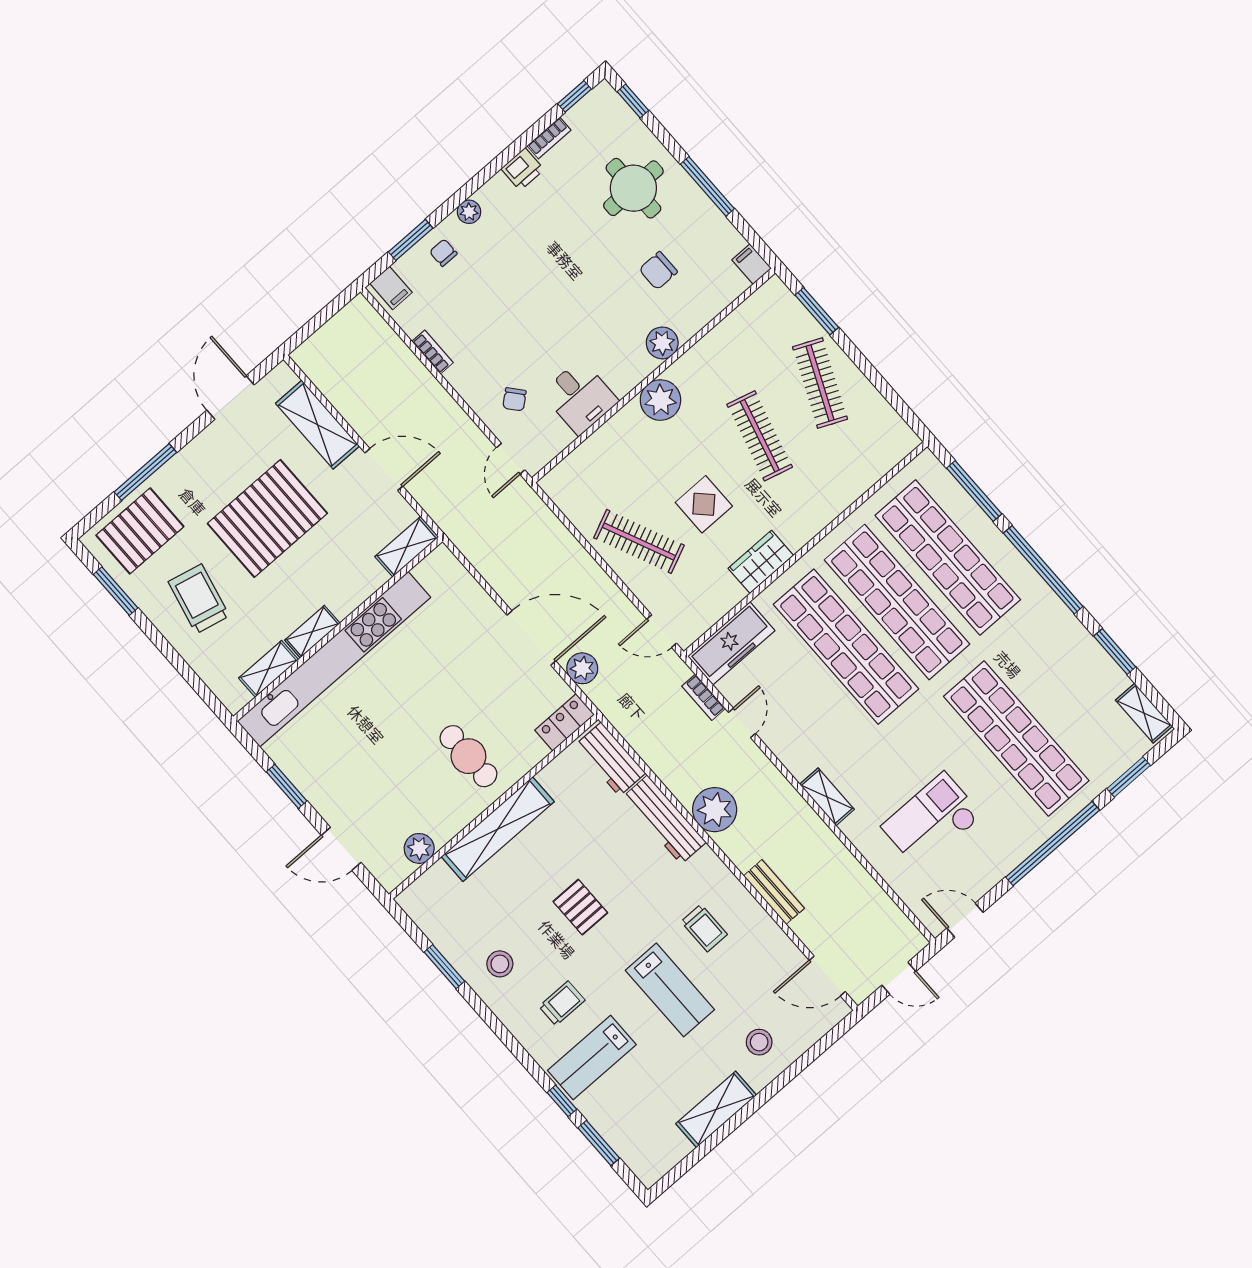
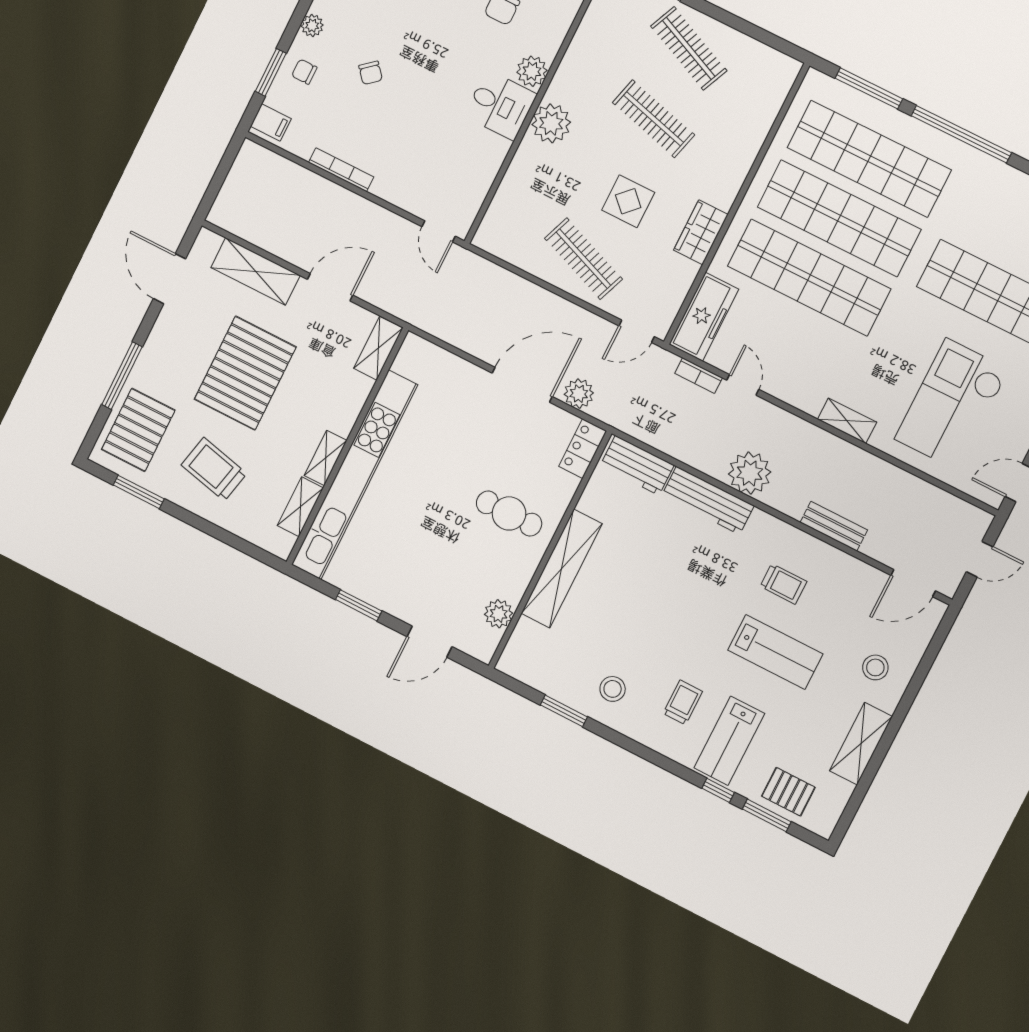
bookcase: (433, 352) -> (341, 170), width x1.56
desk: (580, 397) -> (500, 105), moved
chair: (515, 399) -> (371, 73), moved
clothes rail: (639, 541) -> (583, 259), turned 45
checkout: (932, 821) -> (952, 404), width x1.36, depth x1.21
pallet: (580, 907) -> (788, 792), moved

